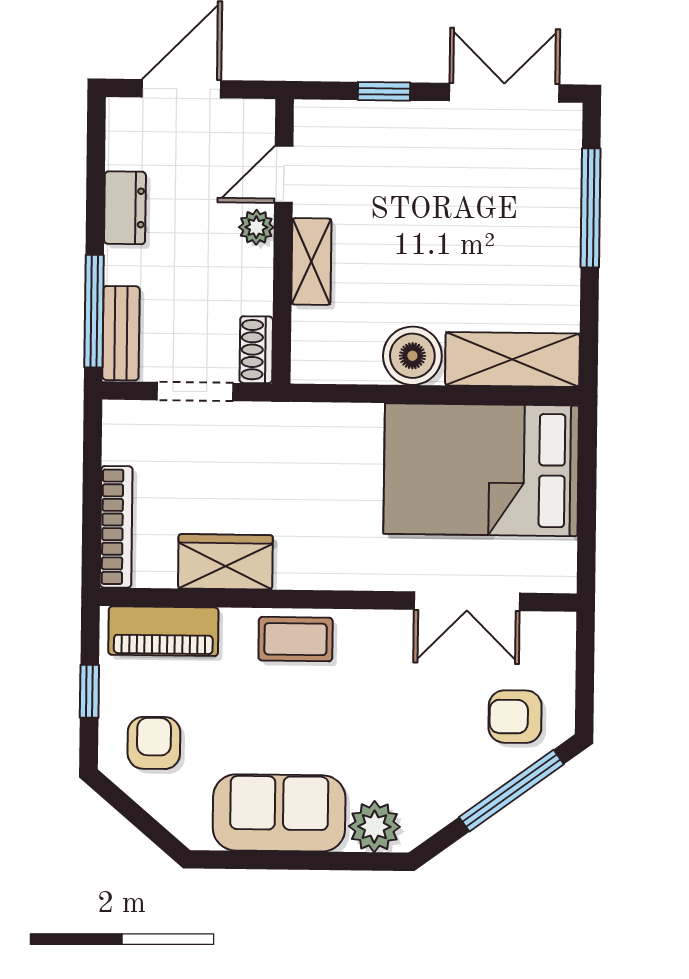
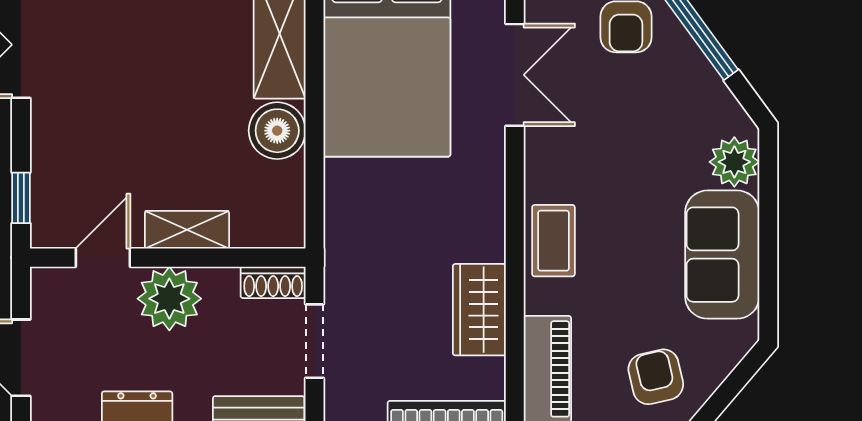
window: (384, 91) -> (21, 198), moved
door: (284, 174) -> (103, 258), swing flipped
plant: (256, 227) -> (169, 299), width x1.88, depth x1.88
armchair: (154, 743) -> (656, 377), turned 77

